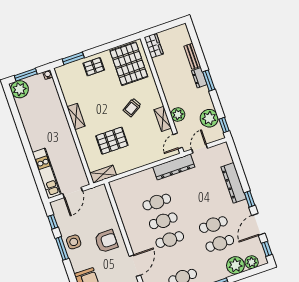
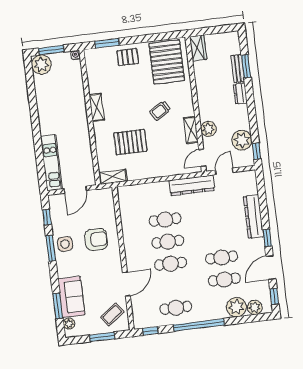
window: (209, 81) -> (246, 66), moved
armchair: (106, 241) -> (96, 239), moved

